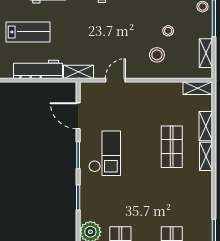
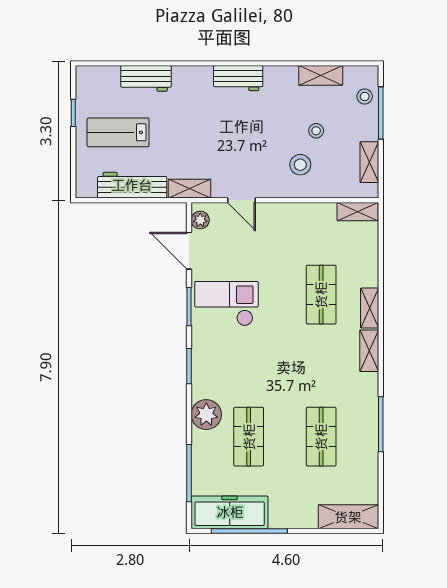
lab bench: (28, 32) -> (118, 132), turned 180
door: (115, 80) -> (242, 200), swing flipped
plant: (86, 94) -> (200, 220), added
shelving: (206, 126) -> (369, 351), moved
checkout: (105, 153) -> (226, 304), turned -90

